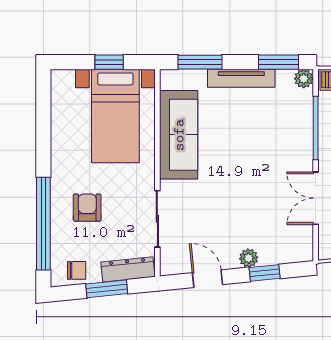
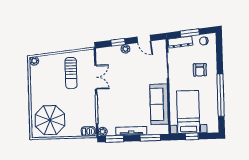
window: (43, 224) -> (221, 95), moved

